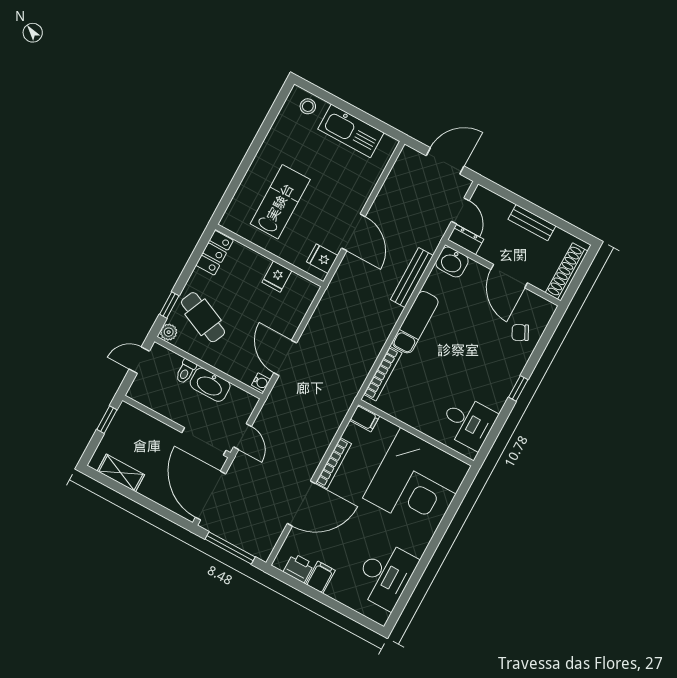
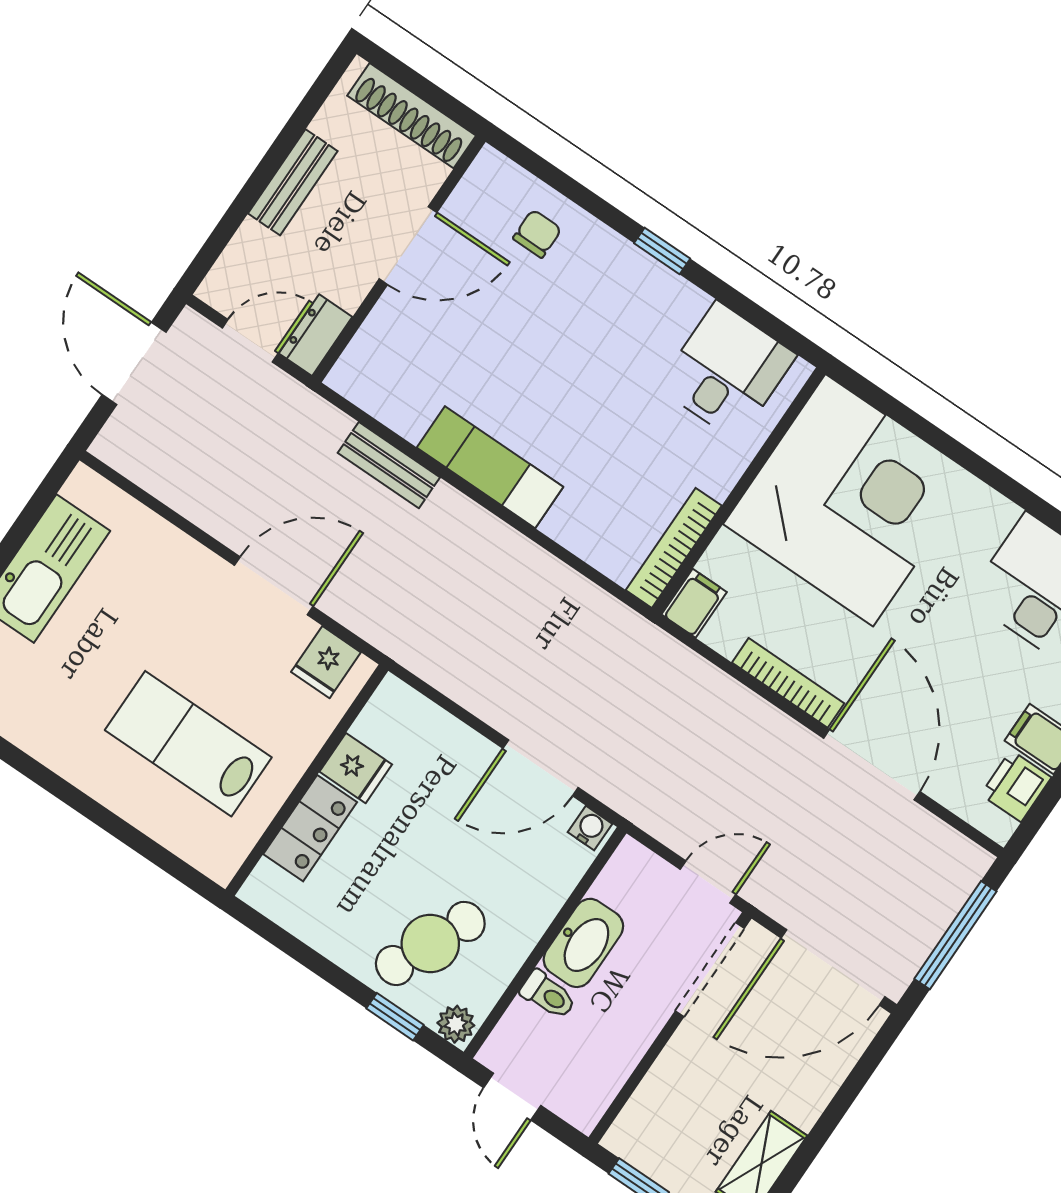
locker: (215, 253) -> (310, 828), moved, turned 90
washbasin: (452, 262) -> (363, 371), removed
bench: (412, 278) -> (389, 465), width x0.73
chair: (520, 333) -> (537, 234), turned -153
bookcase: (383, 374) -> (674, 548), moved, turned -90

